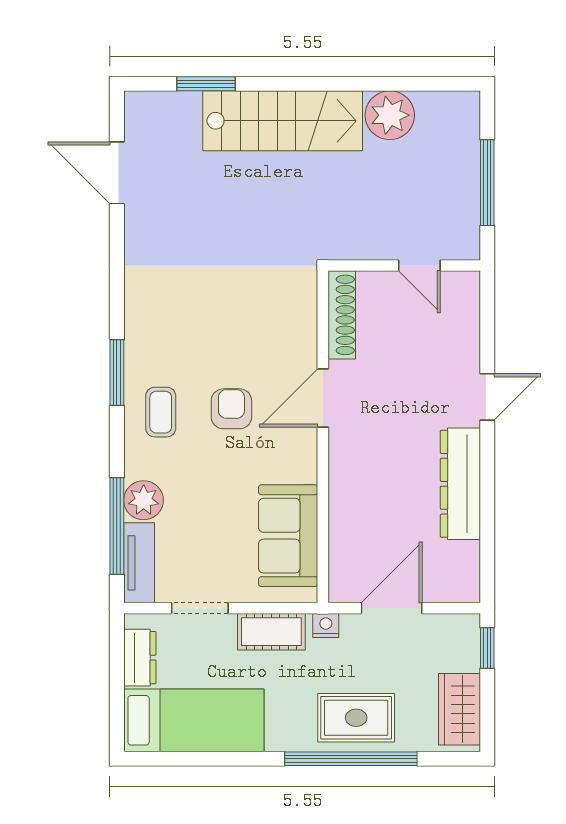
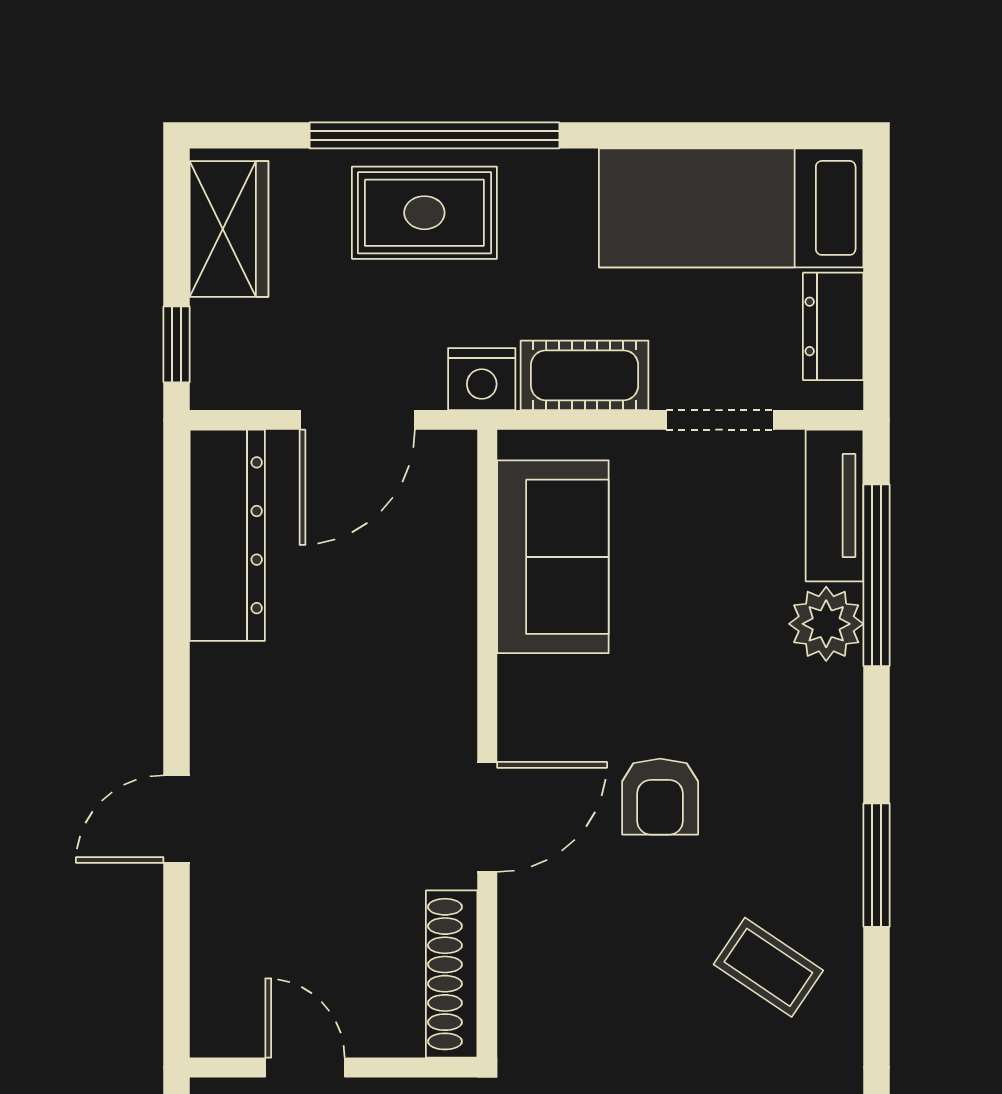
coffee table: (161, 412) -> (768, 967), moved, turned -56
dresser: (460, 484) -> (227, 535), moved
nightstand: (326, 625) -> (482, 379), width x1.39, depth x1.35

